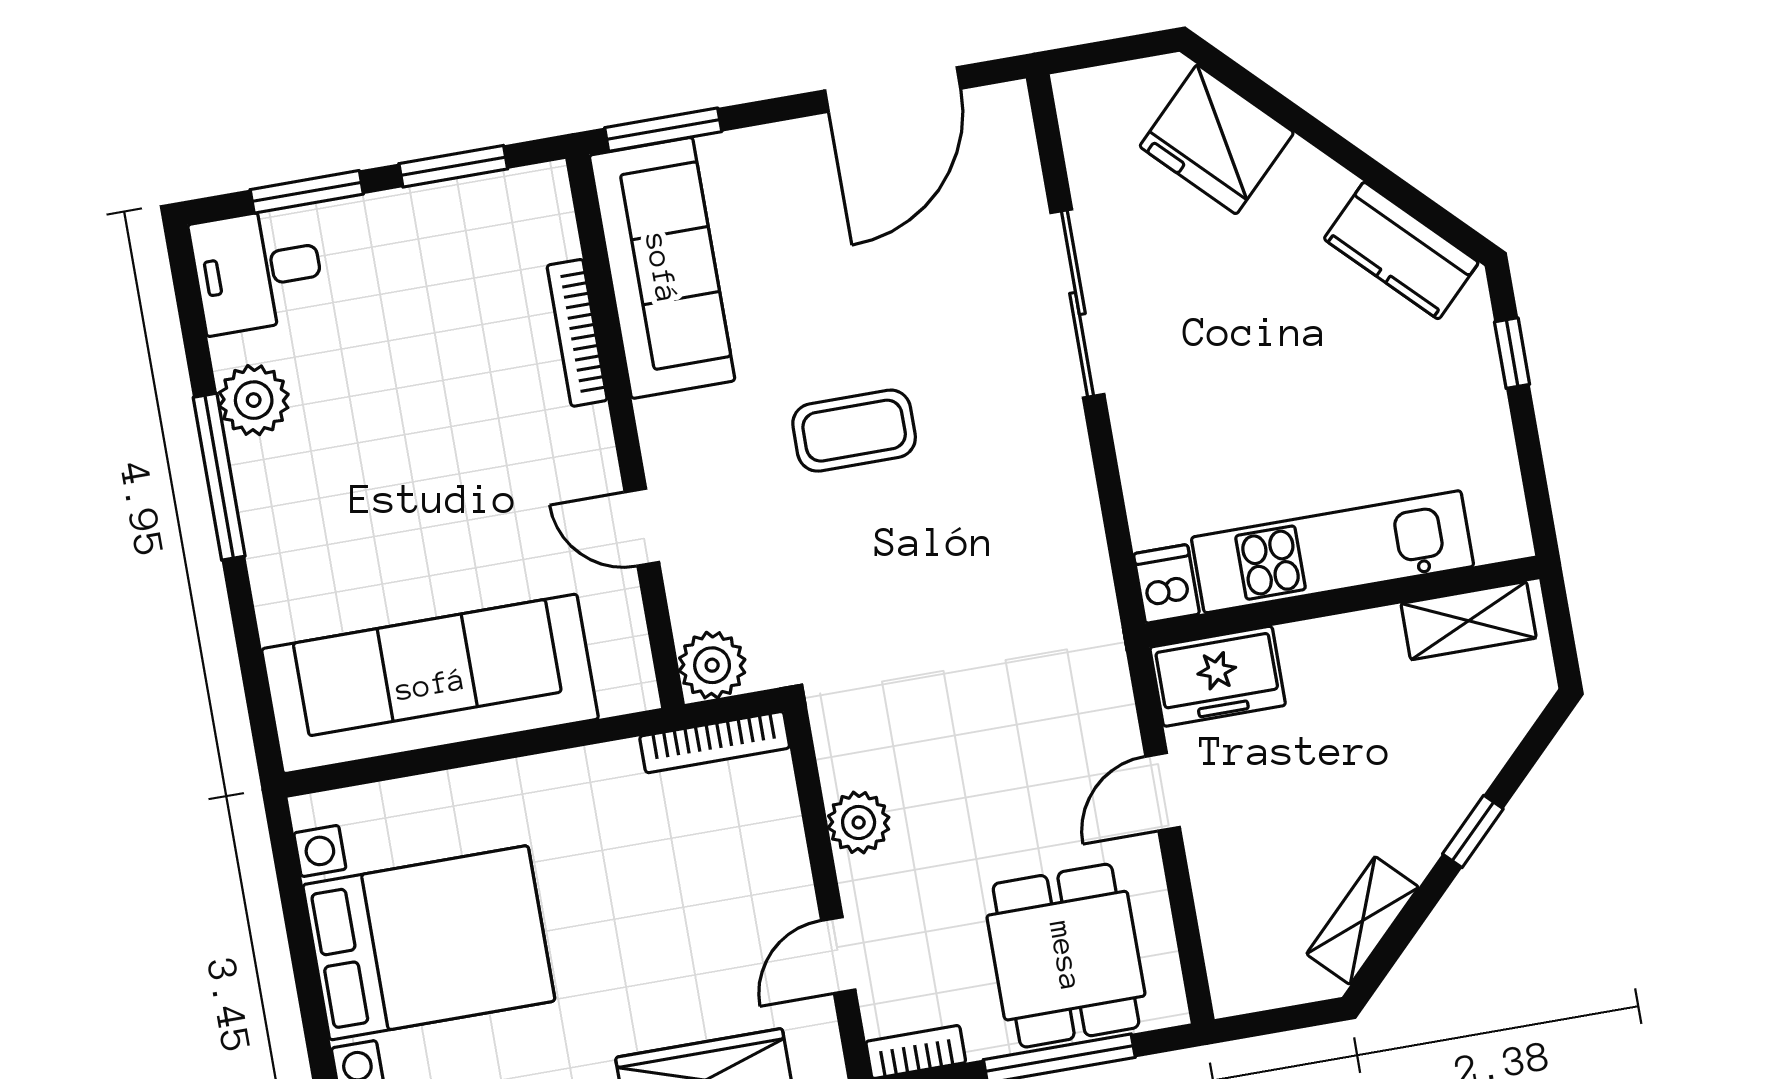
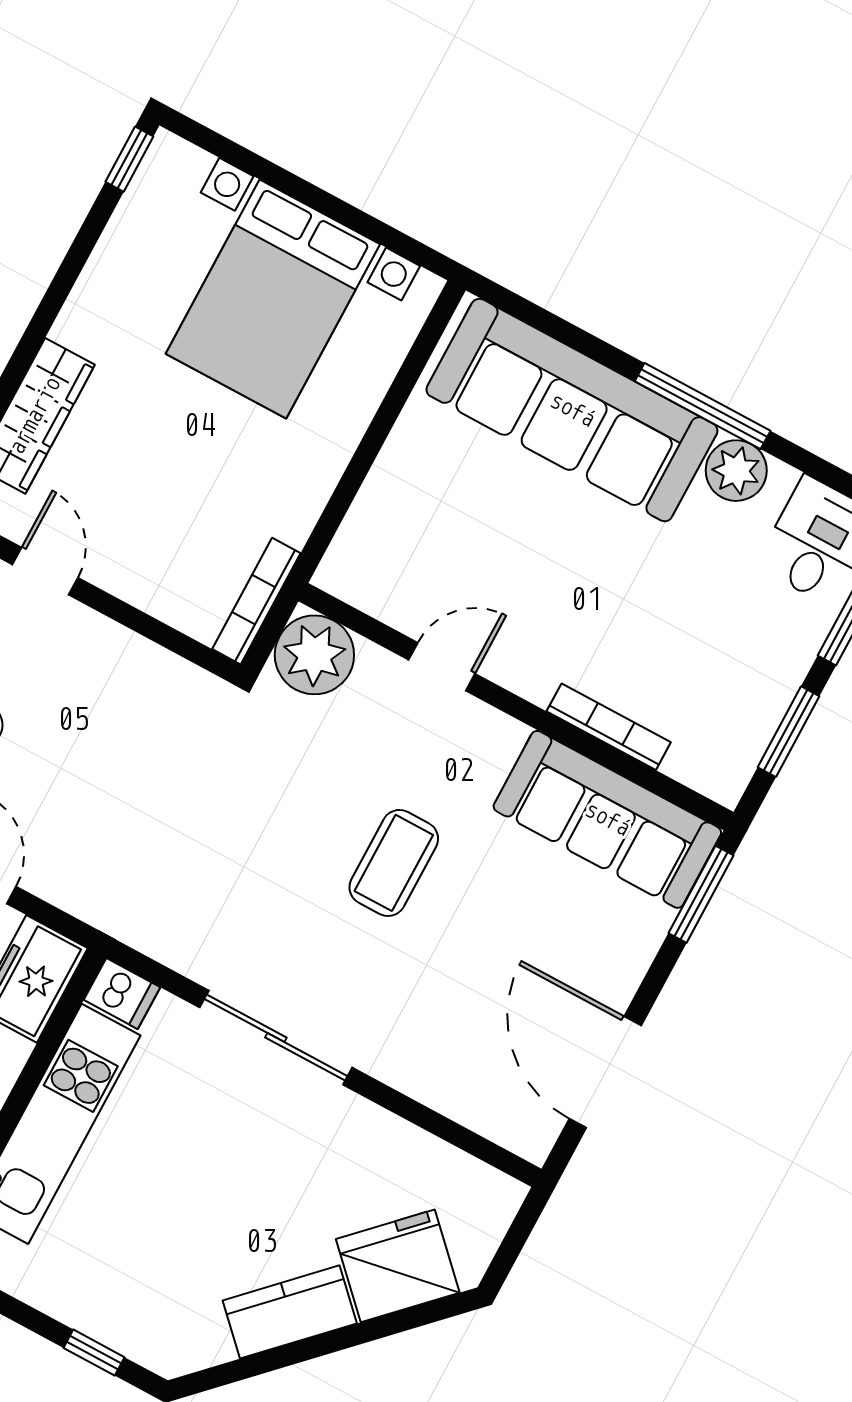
kitchen counter: (1401, 251) -> (290, 1312), moved
sliding door: (1077, 303) -> (276, 1038), moved
plant: (712, 665) -> (314, 655), width x1.36, depth x1.36
sofa: (430, 684) -> (572, 410), moved, turned 90
plant: (859, 822) -> (125, 656), removed

